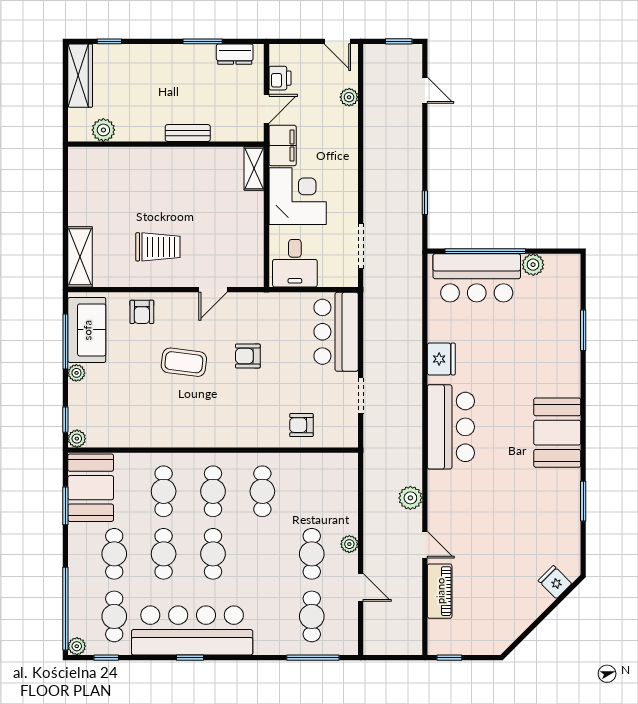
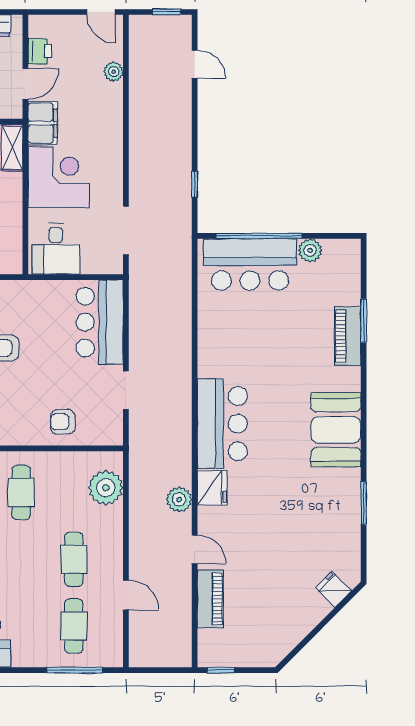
piano: (568, 345) -> (348, 336), added
fridge: (441, 359) -> (212, 488), moved
plant: (349, 544) -> (106, 488), moved, width x1.88, depth x1.88

